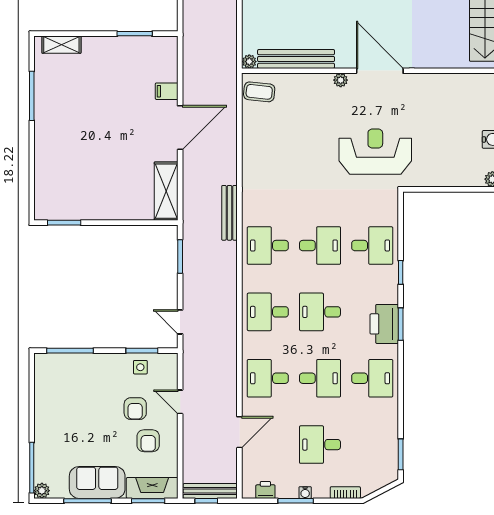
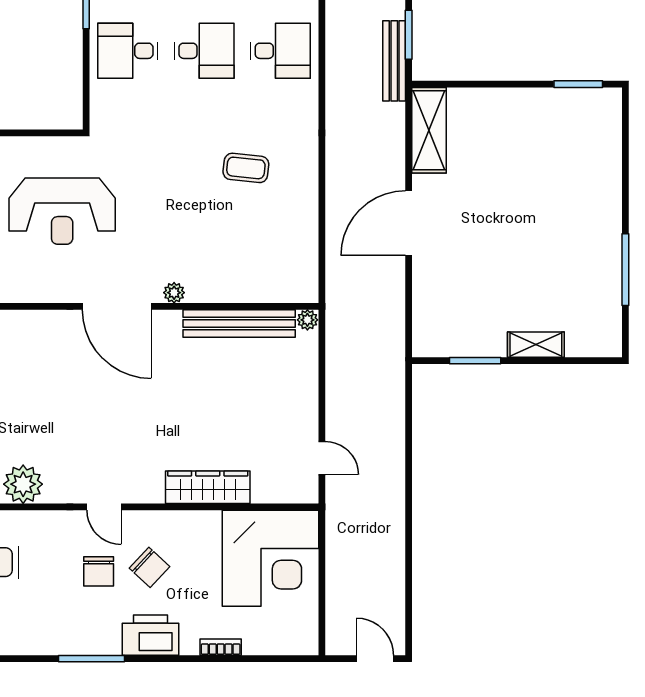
shelving: (61, 45) -> (536, 345), moved
filing cabinet: (167, 91) -> (428, 276), removed
coffee table: (259, 92) -> (246, 168), moved
reception desk: (375, 152) -> (62, 211), moved
bench: (229, 213) -> (394, 61), moved
desk: (320, 246) -> (204, 51), turned 180

